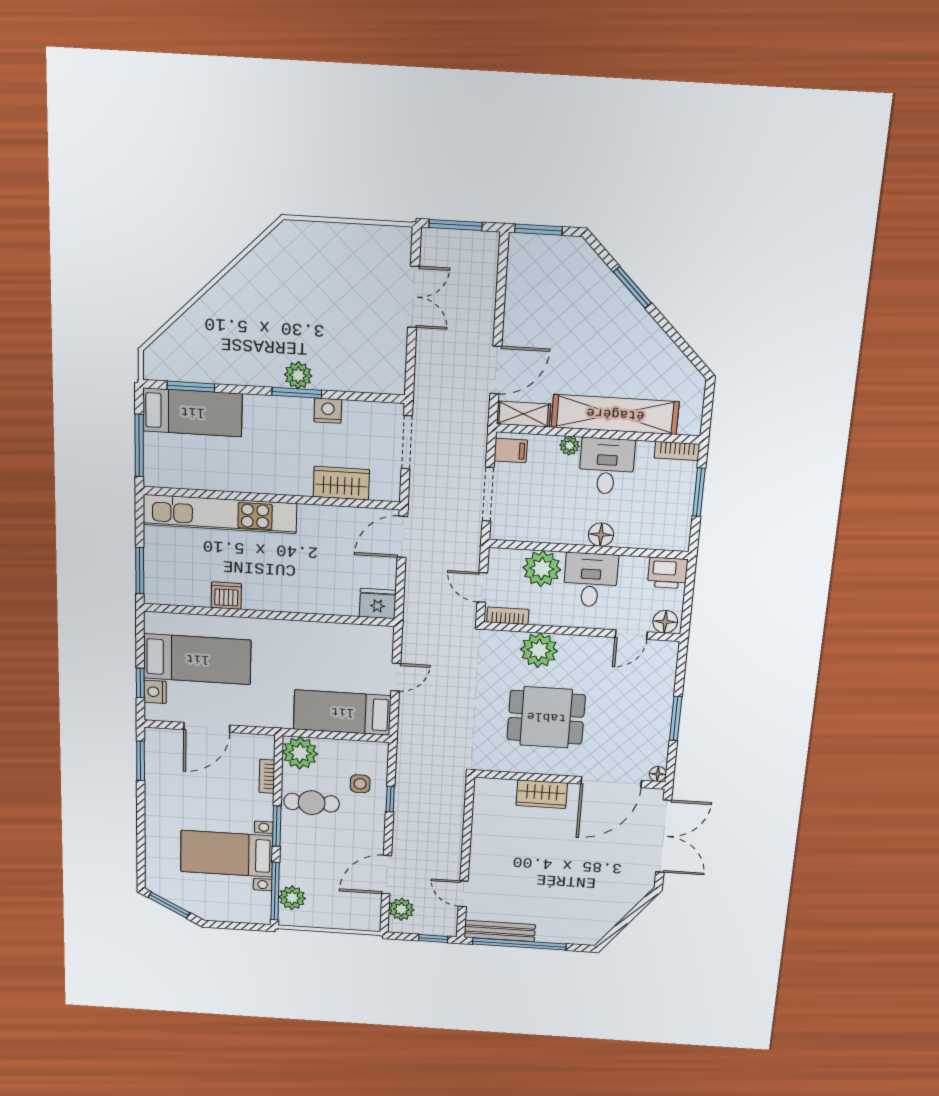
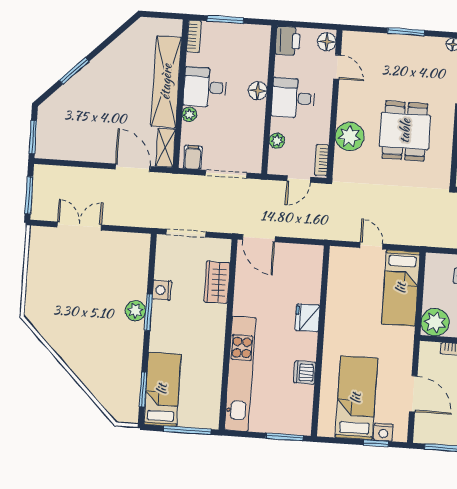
plant: (542, 569) -> (277, 141), width x0.53, depth x0.53
fridge: (378, 604) -> (307, 318), moved

